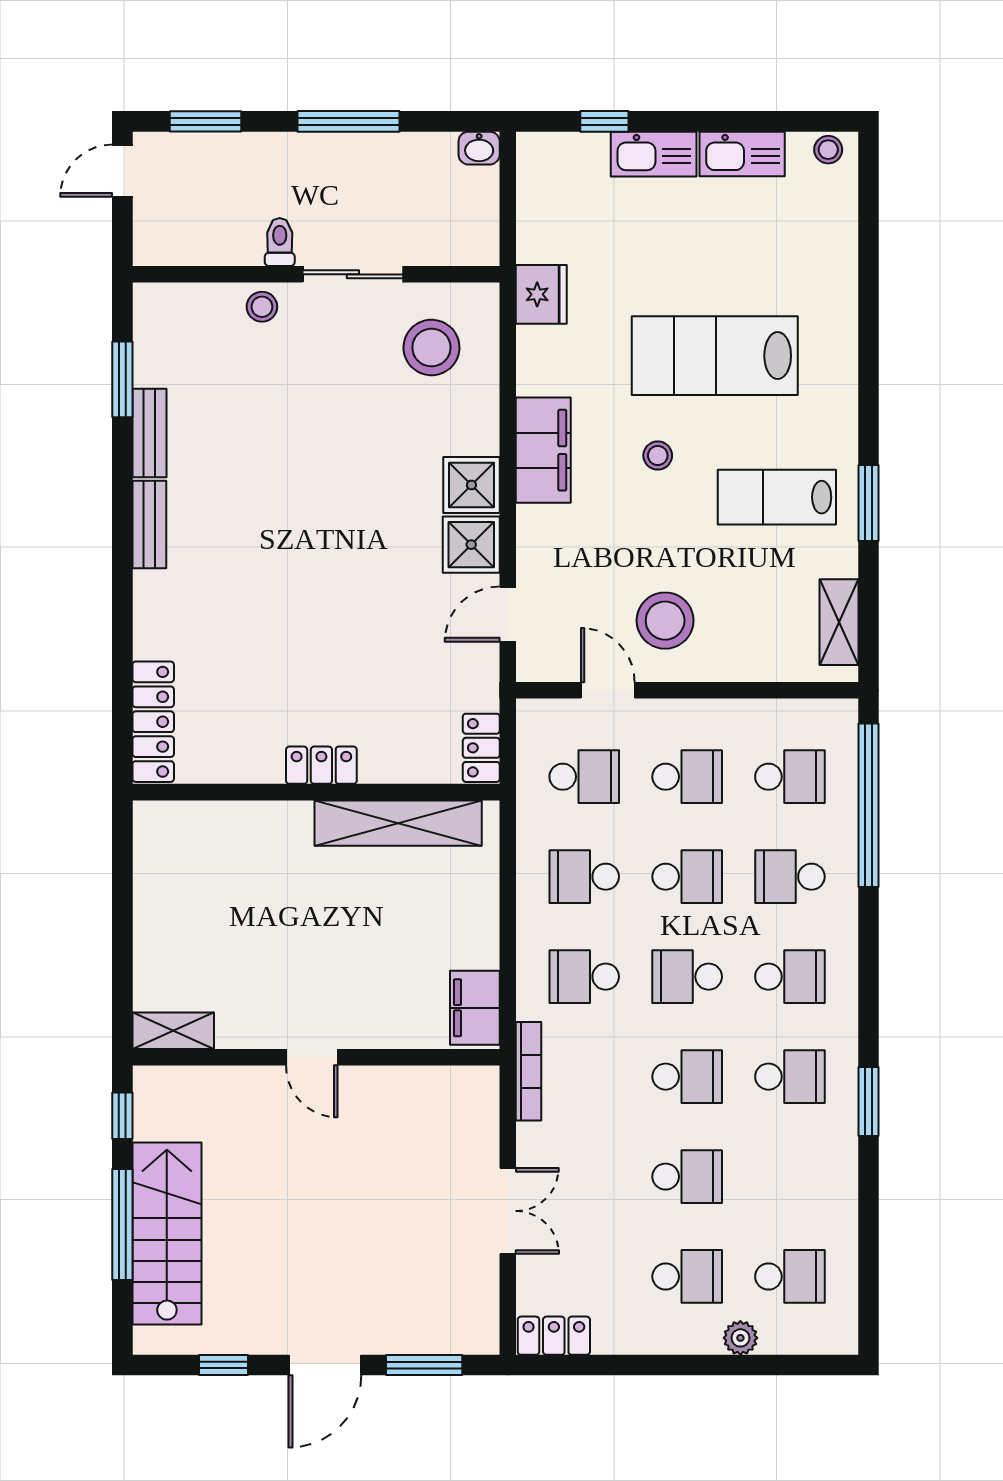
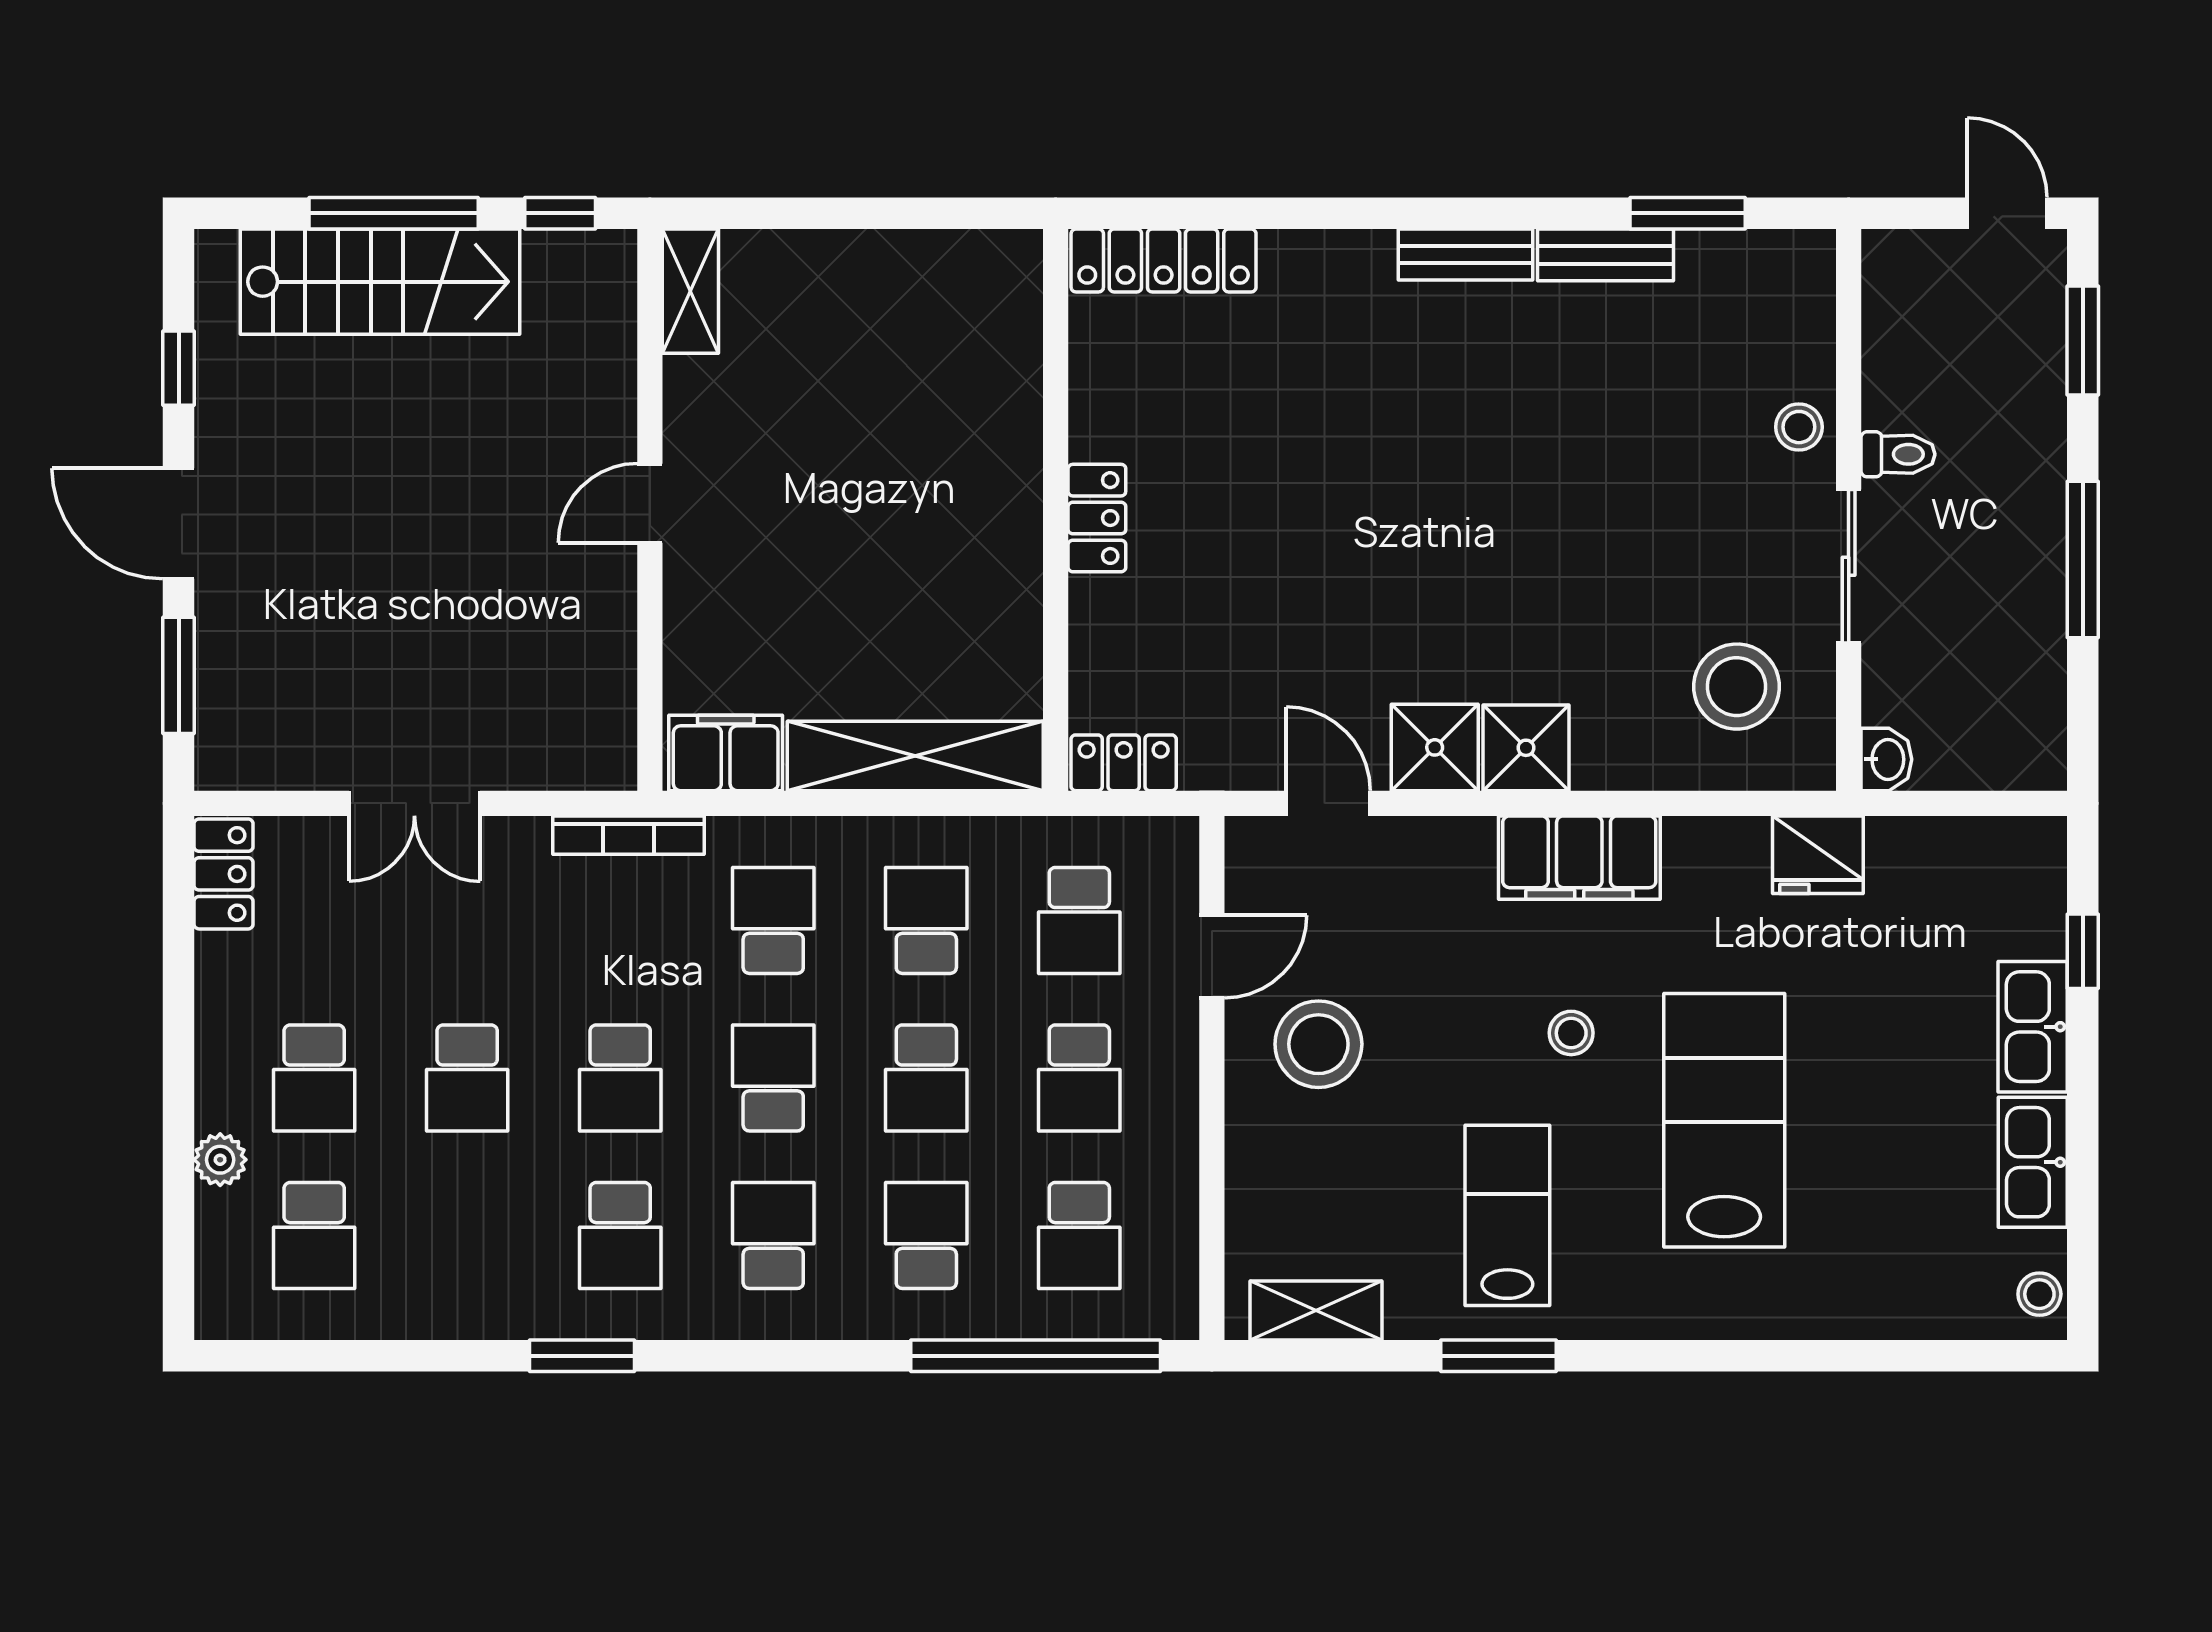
washbasin: (479, 148) -> (1886, 759), moved, turned 180
shelving: (398, 823) -> (915, 756), moved, turned 90
school desk: (790, 977) -> (773, 1235), turned 180

